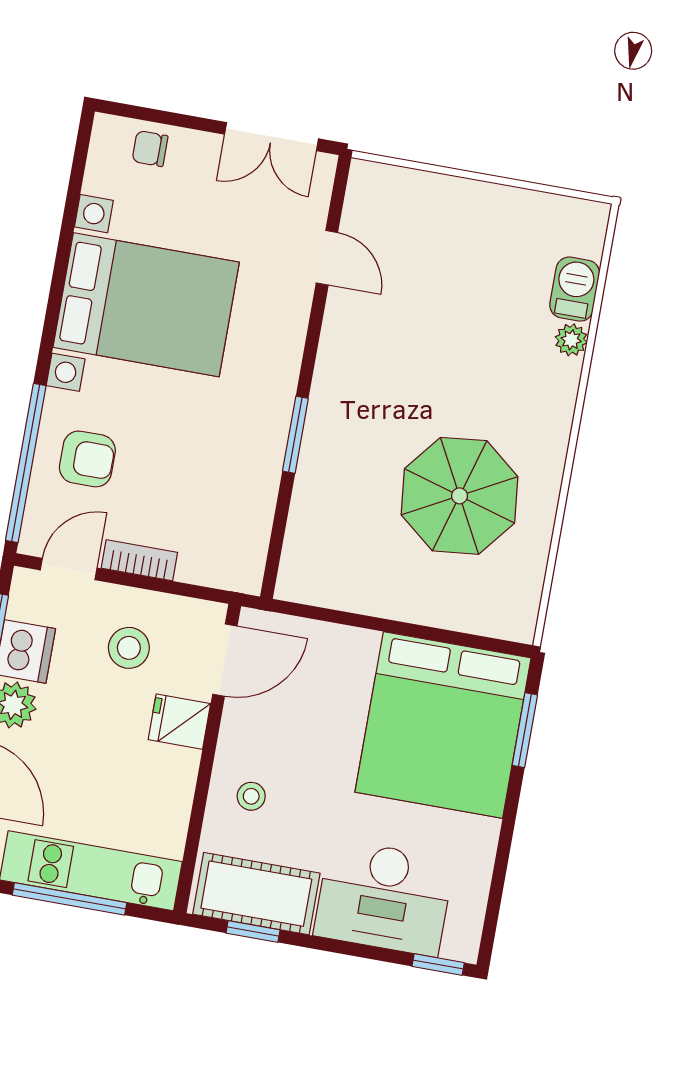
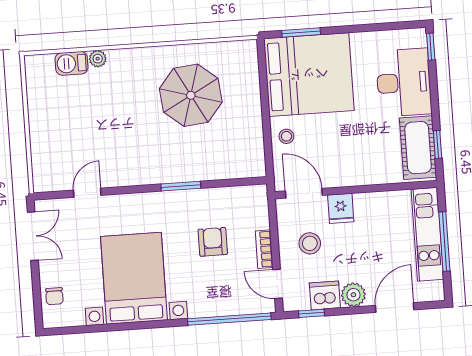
armchair: (87, 459) -> (213, 242), moved
stool: (251, 796) -> (286, 136), moved

